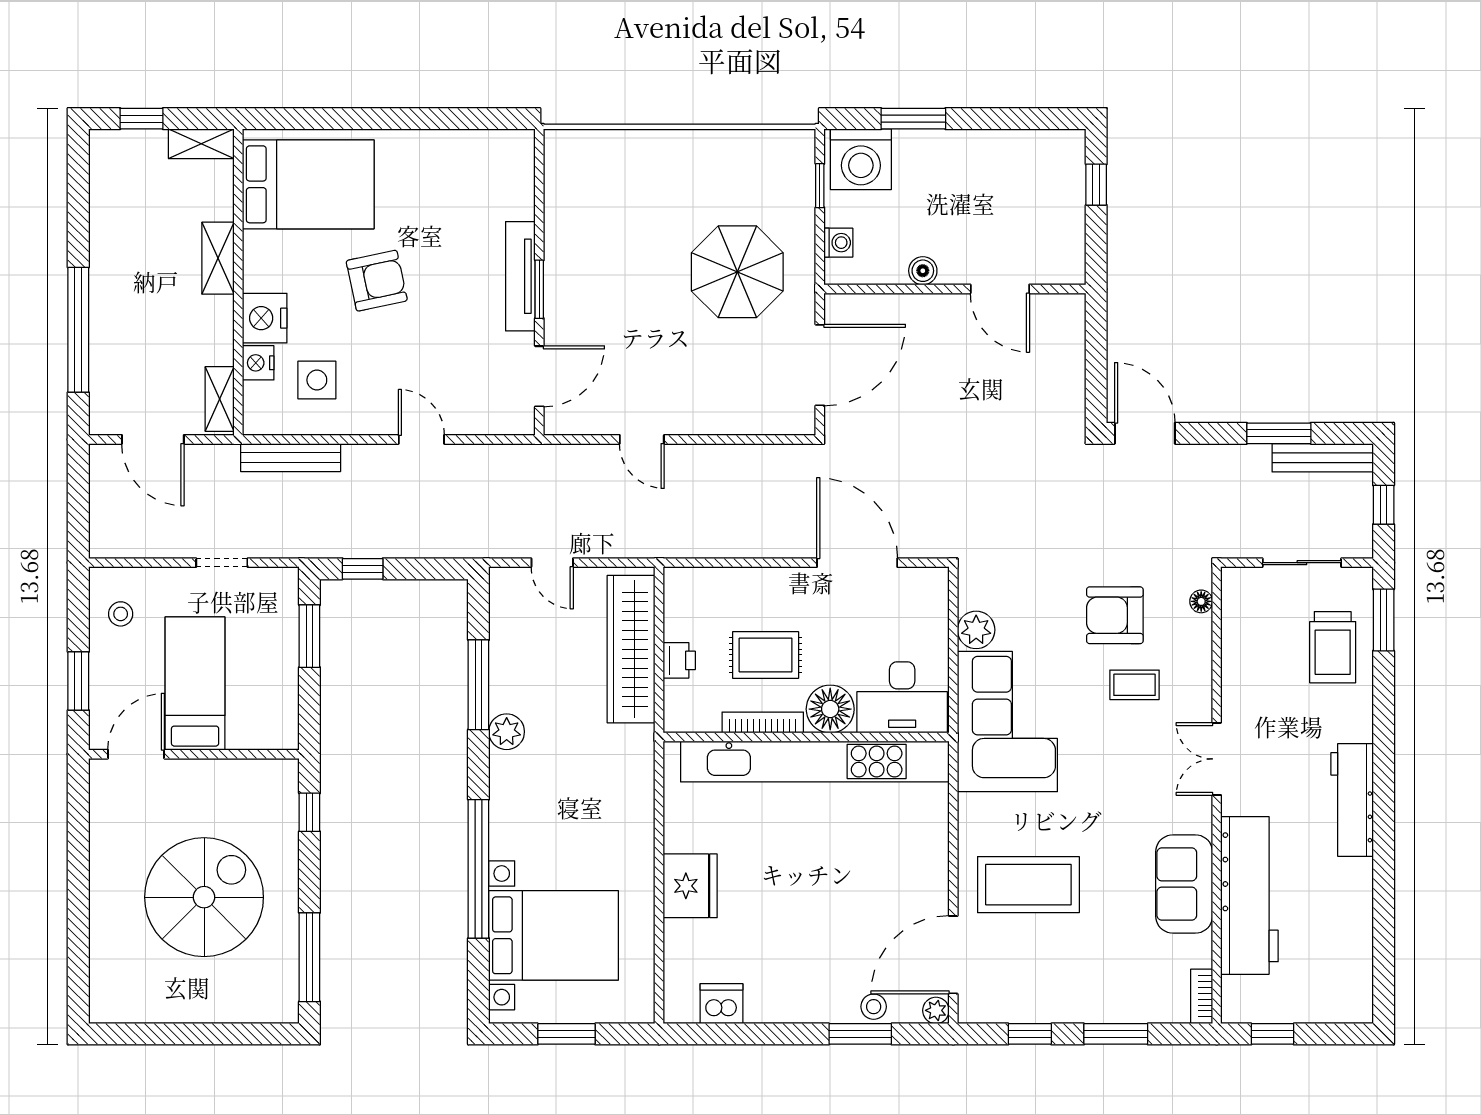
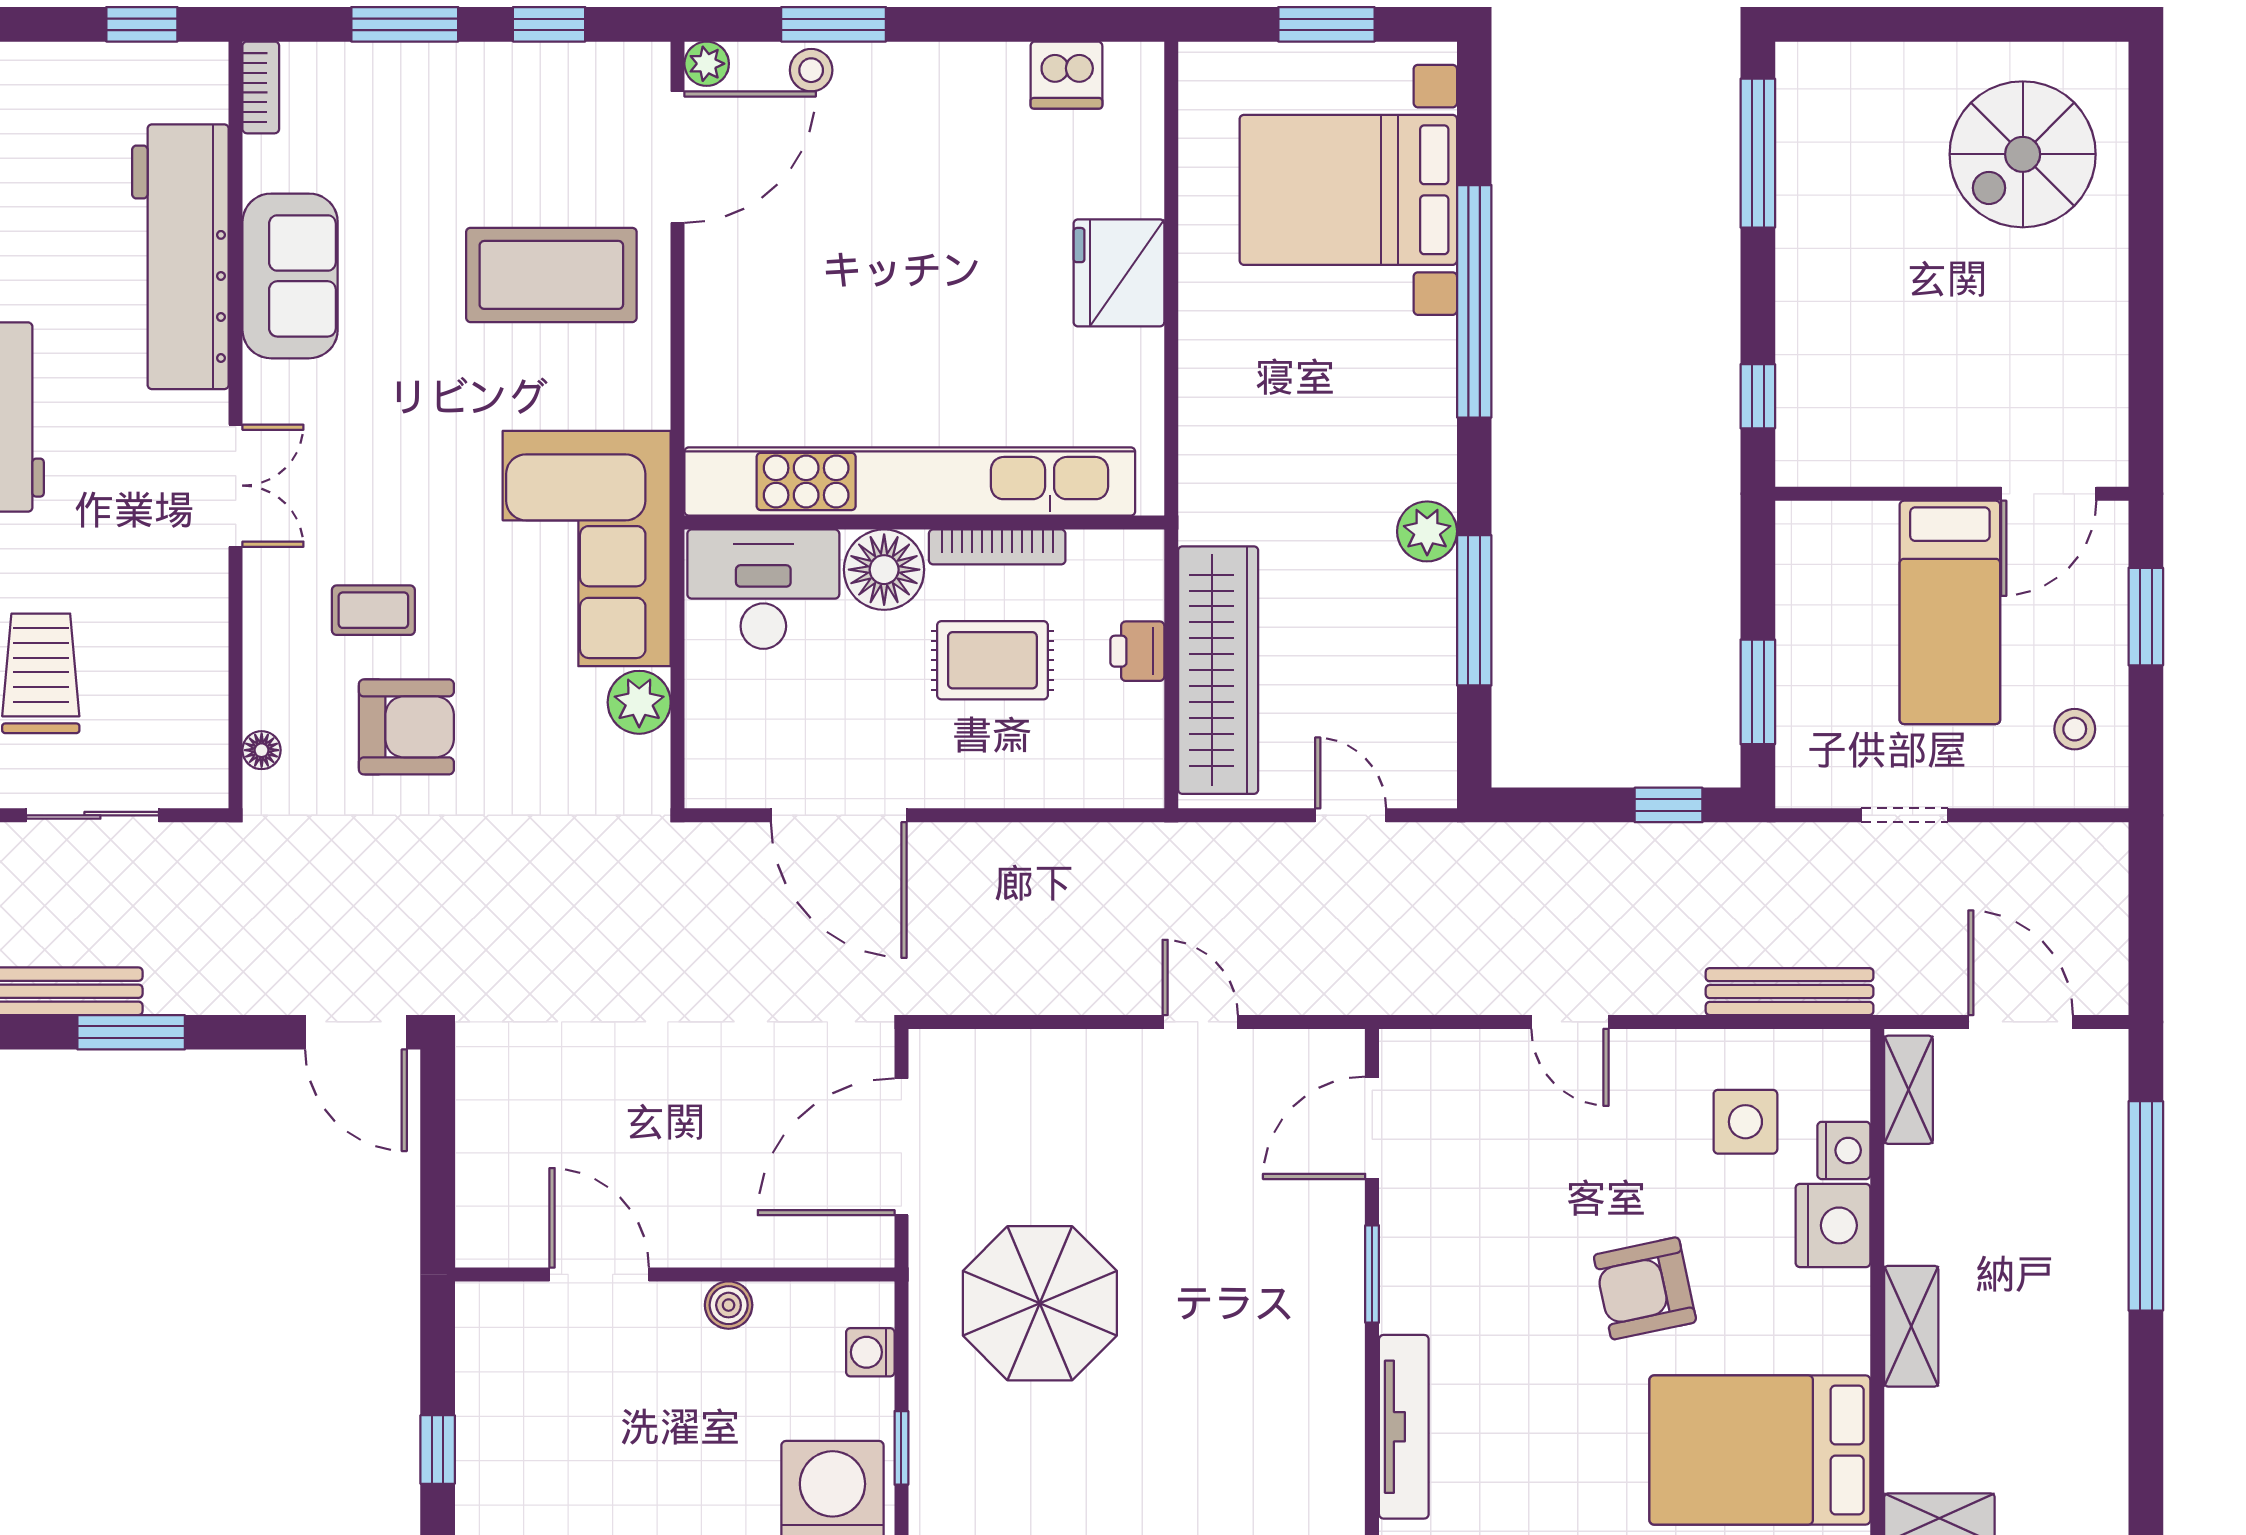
tv unit: (520, 276) -> (1404, 1427), moved
spiral stairs: (204, 897) -> (2023, 154), moved, width x0.73, depth x0.73

